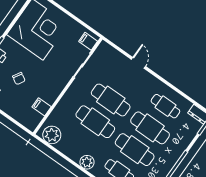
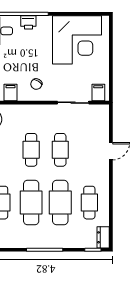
chair: (19, 79) -> (36, 84), moved
cafe table: (111, 100) -> (60, 150), width x0.73, depth x0.74
cafe table: (95, 122) -> (31, 150), width x0.73, depth x0.74

